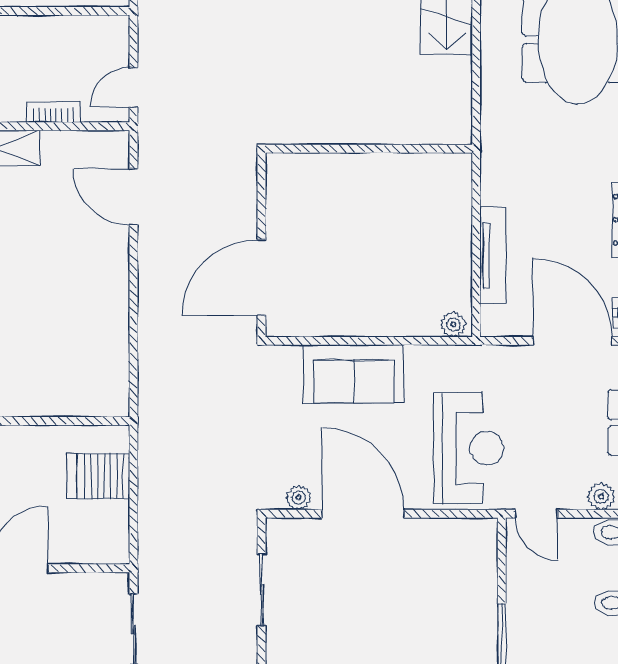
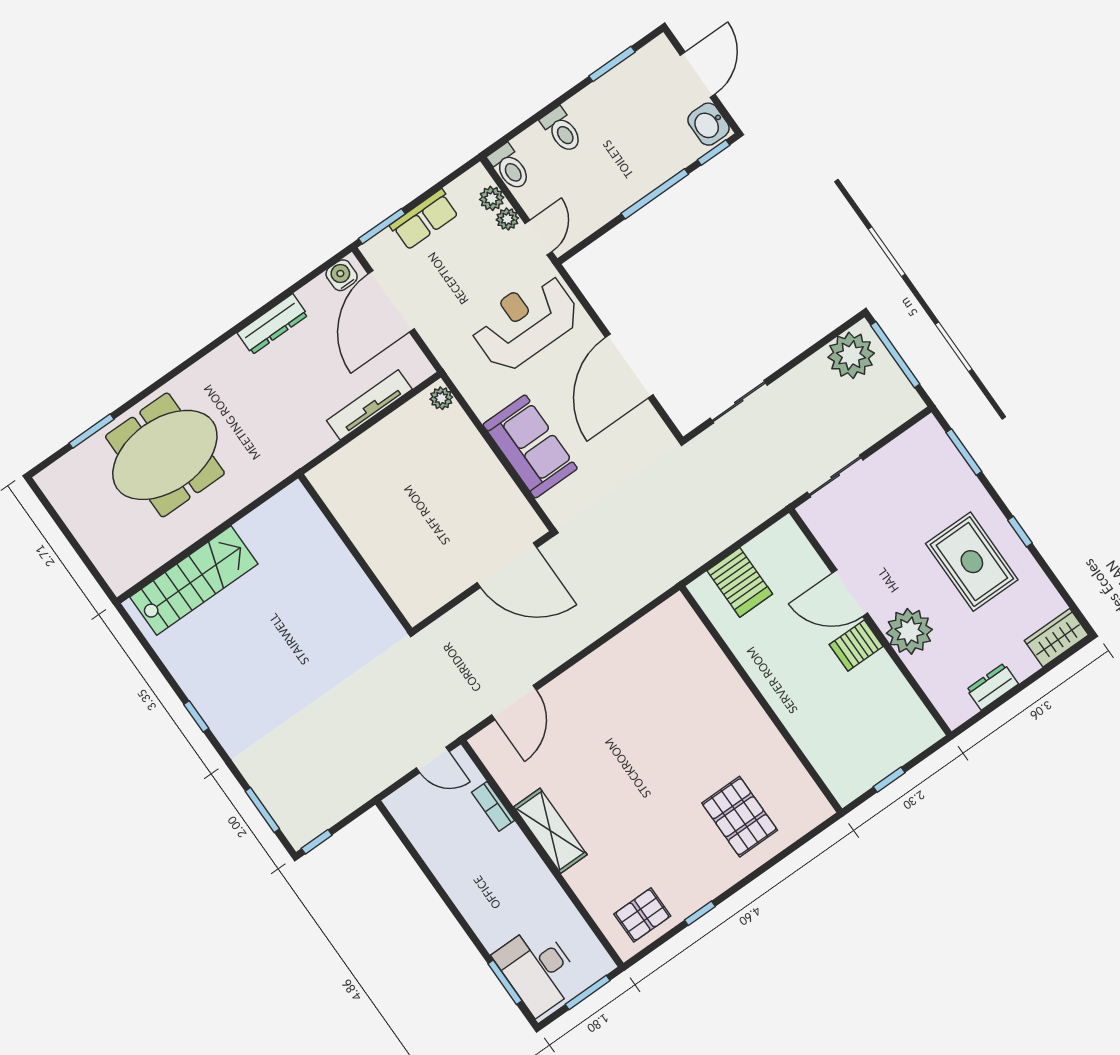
plant: (299, 498) -> (507, 219), moved

